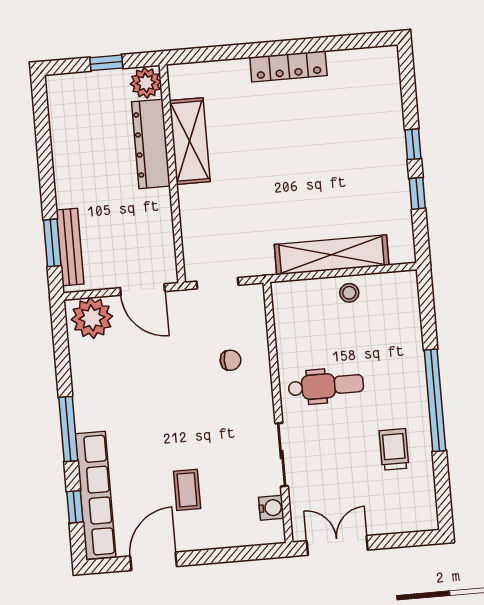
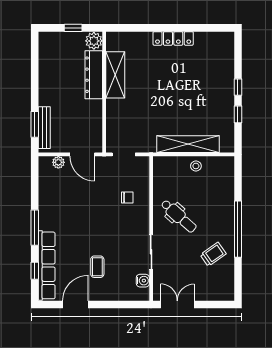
plant: (92, 318) -> (58, 162), width x0.53, depth x0.53
dental chair: (326, 386) -> (179, 216), turned 42
trolley: (394, 449) -> (213, 254), turned 55

